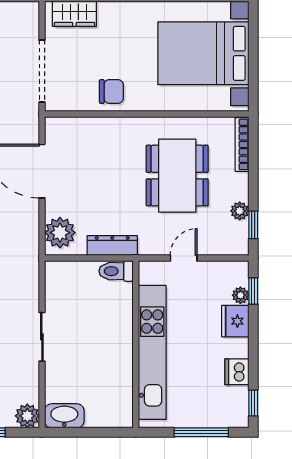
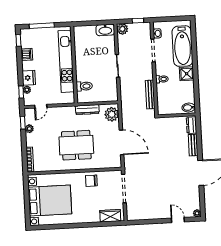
dining table: (177, 176) -> (76, 145), moved, turned 90
door: (184, 258) -> (41, 106), moved
toilet: (116, 271) -> (84, 86), moved

